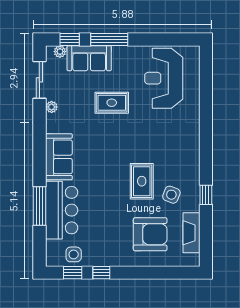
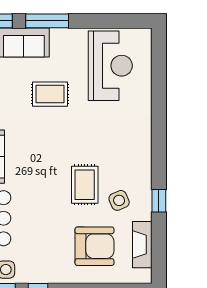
reception desk: (164, 78) -> (110, 66), turned 180
side table: (171, 195) -> (119, 200), turned 45

